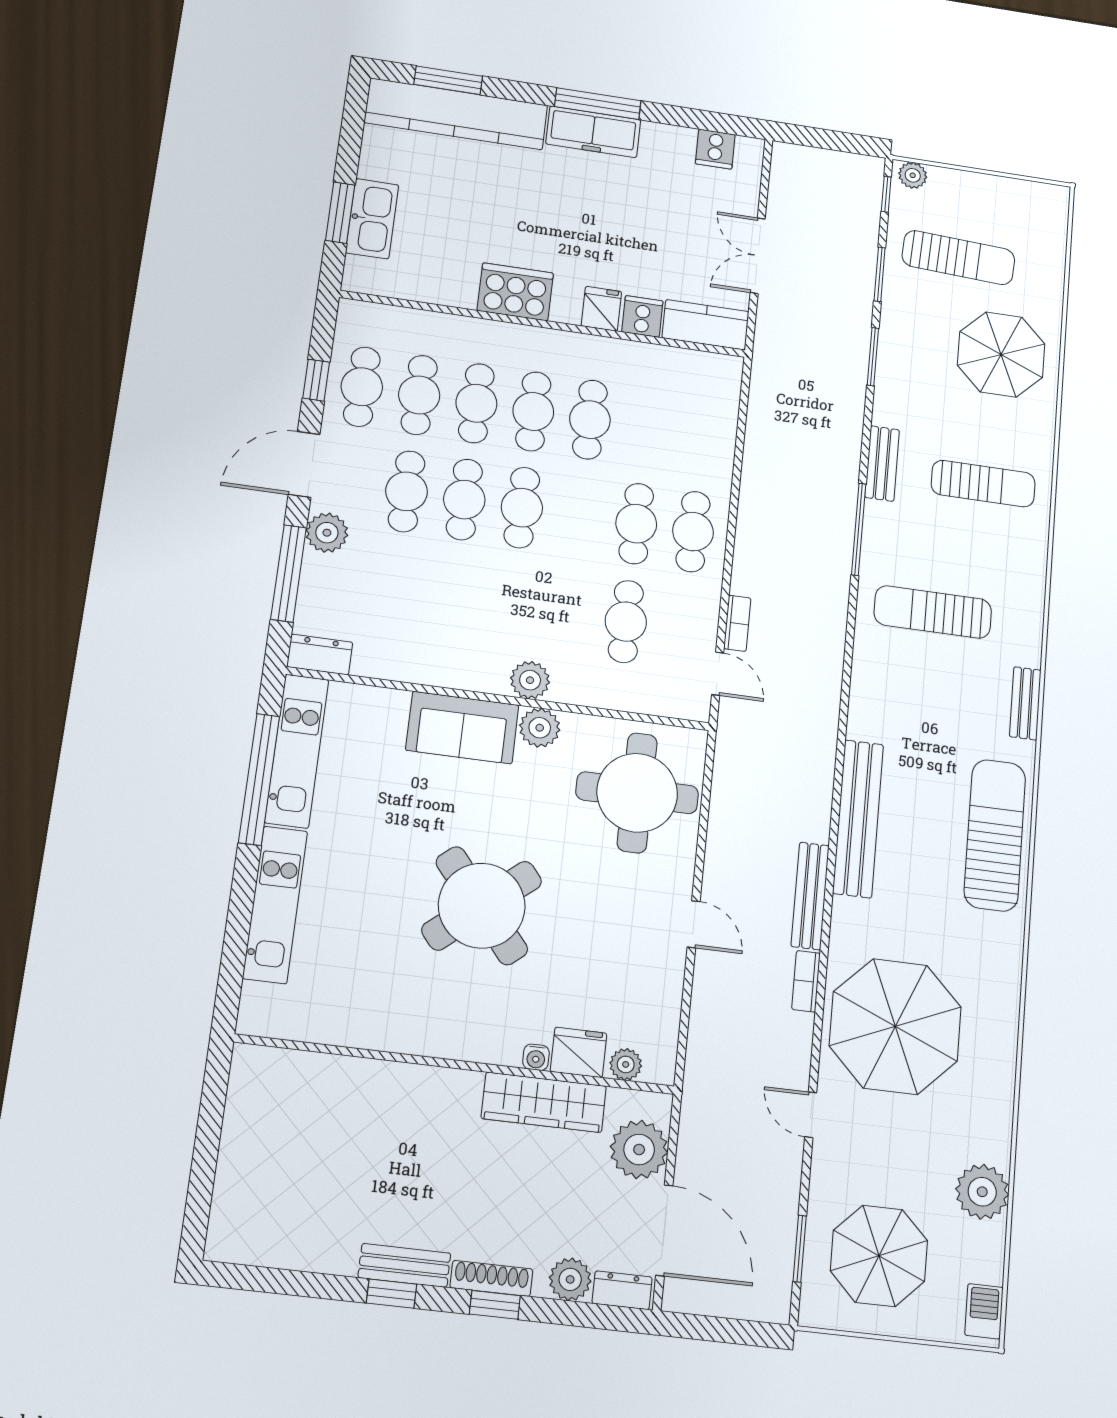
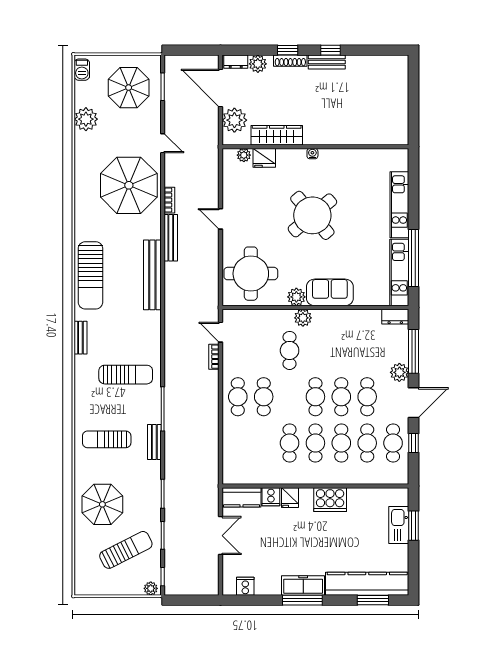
sun lounger: (958, 258) -> (126, 550), turned 150
cafe table: (626, 622) -> (290, 350), moved
water cooler: (536, 1057) -> (312, 154), moved

